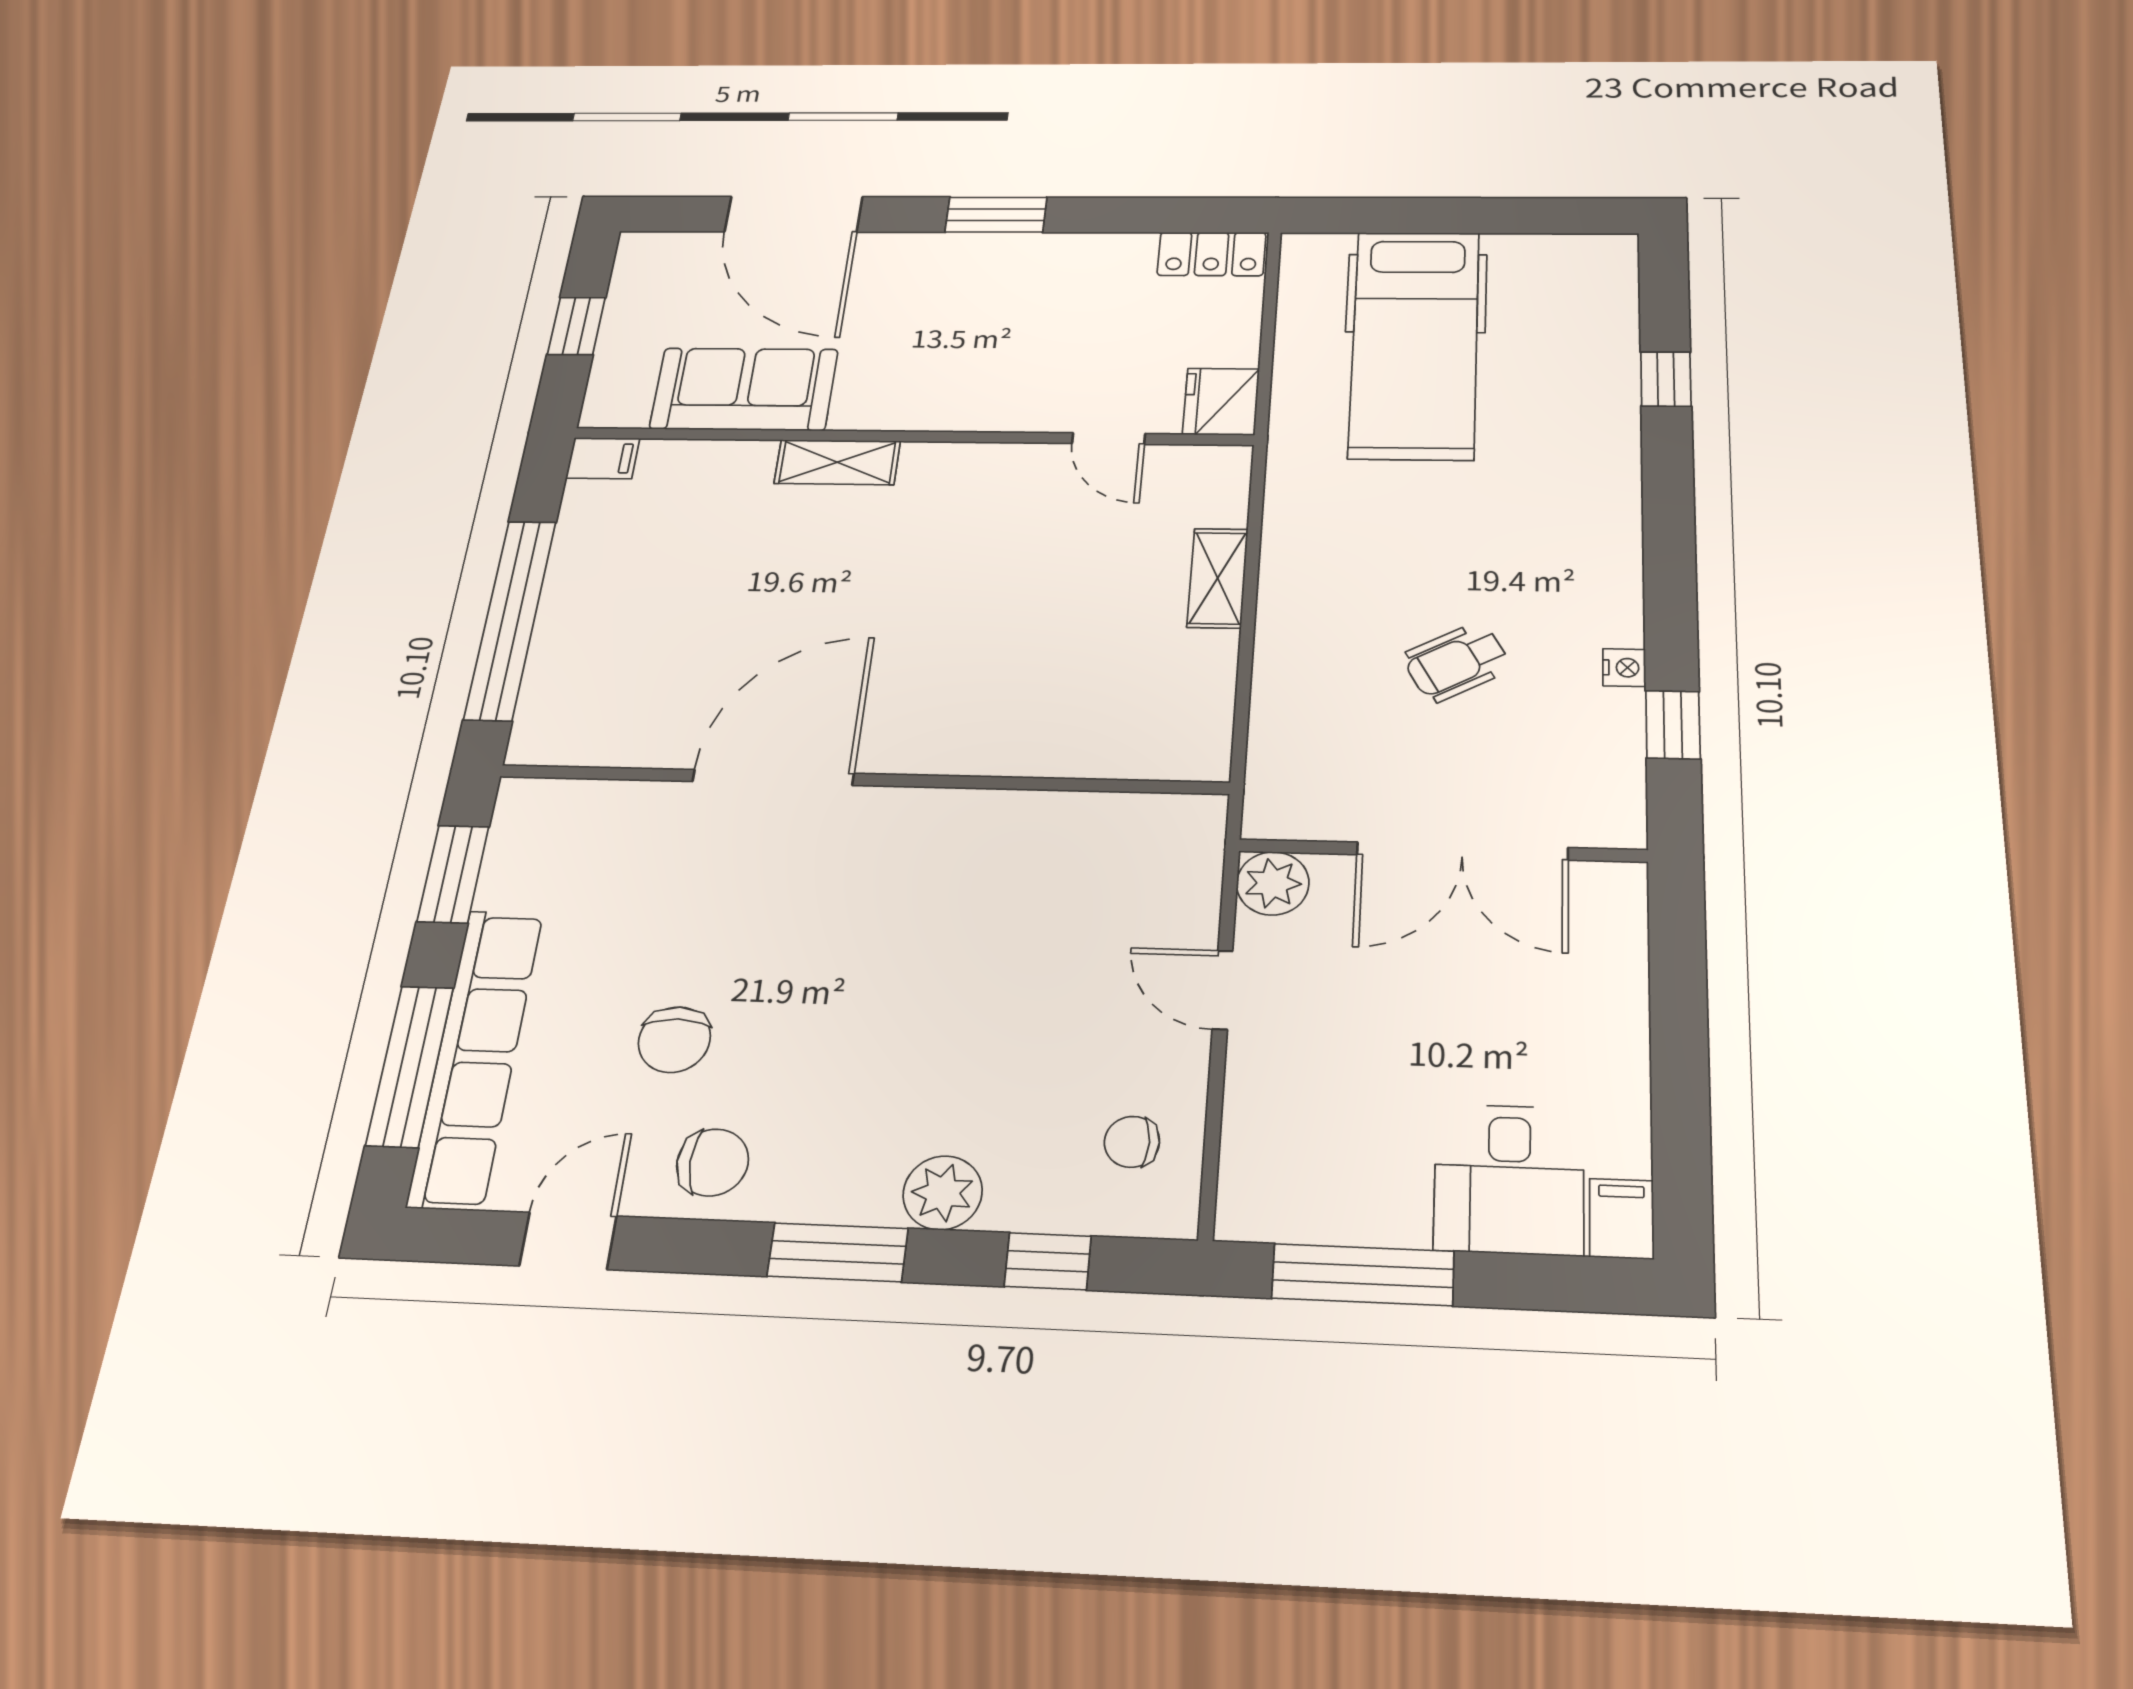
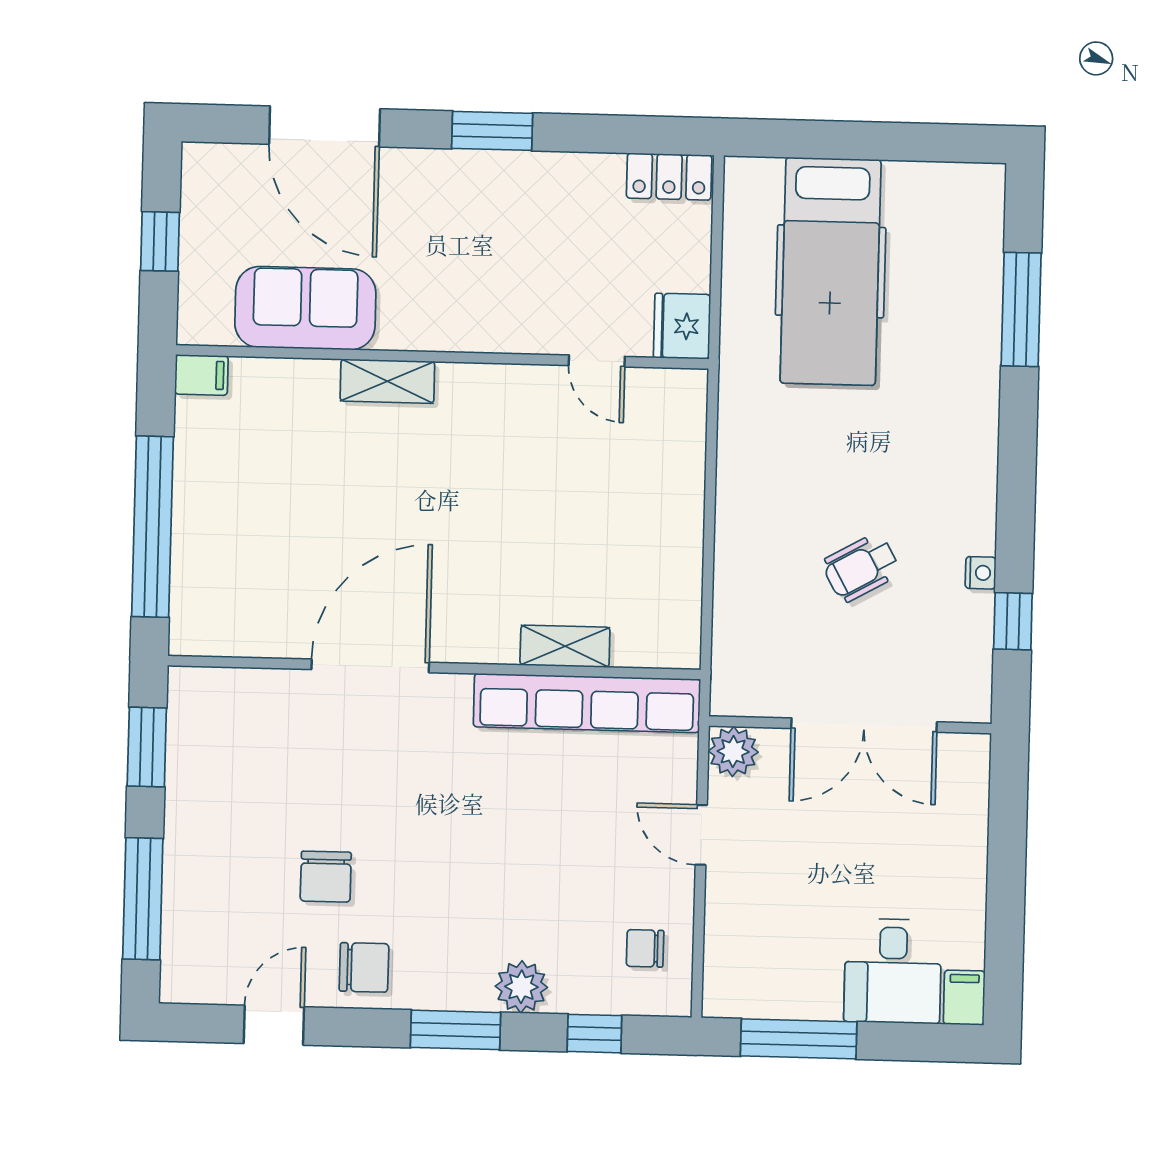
window: (1666, 379) -> (1021, 309), width x2.17
shelving: (1218, 578) -> (565, 646), moved, turned 90
row of seats: (476, 1057) -> (587, 703), moved, turned 90

